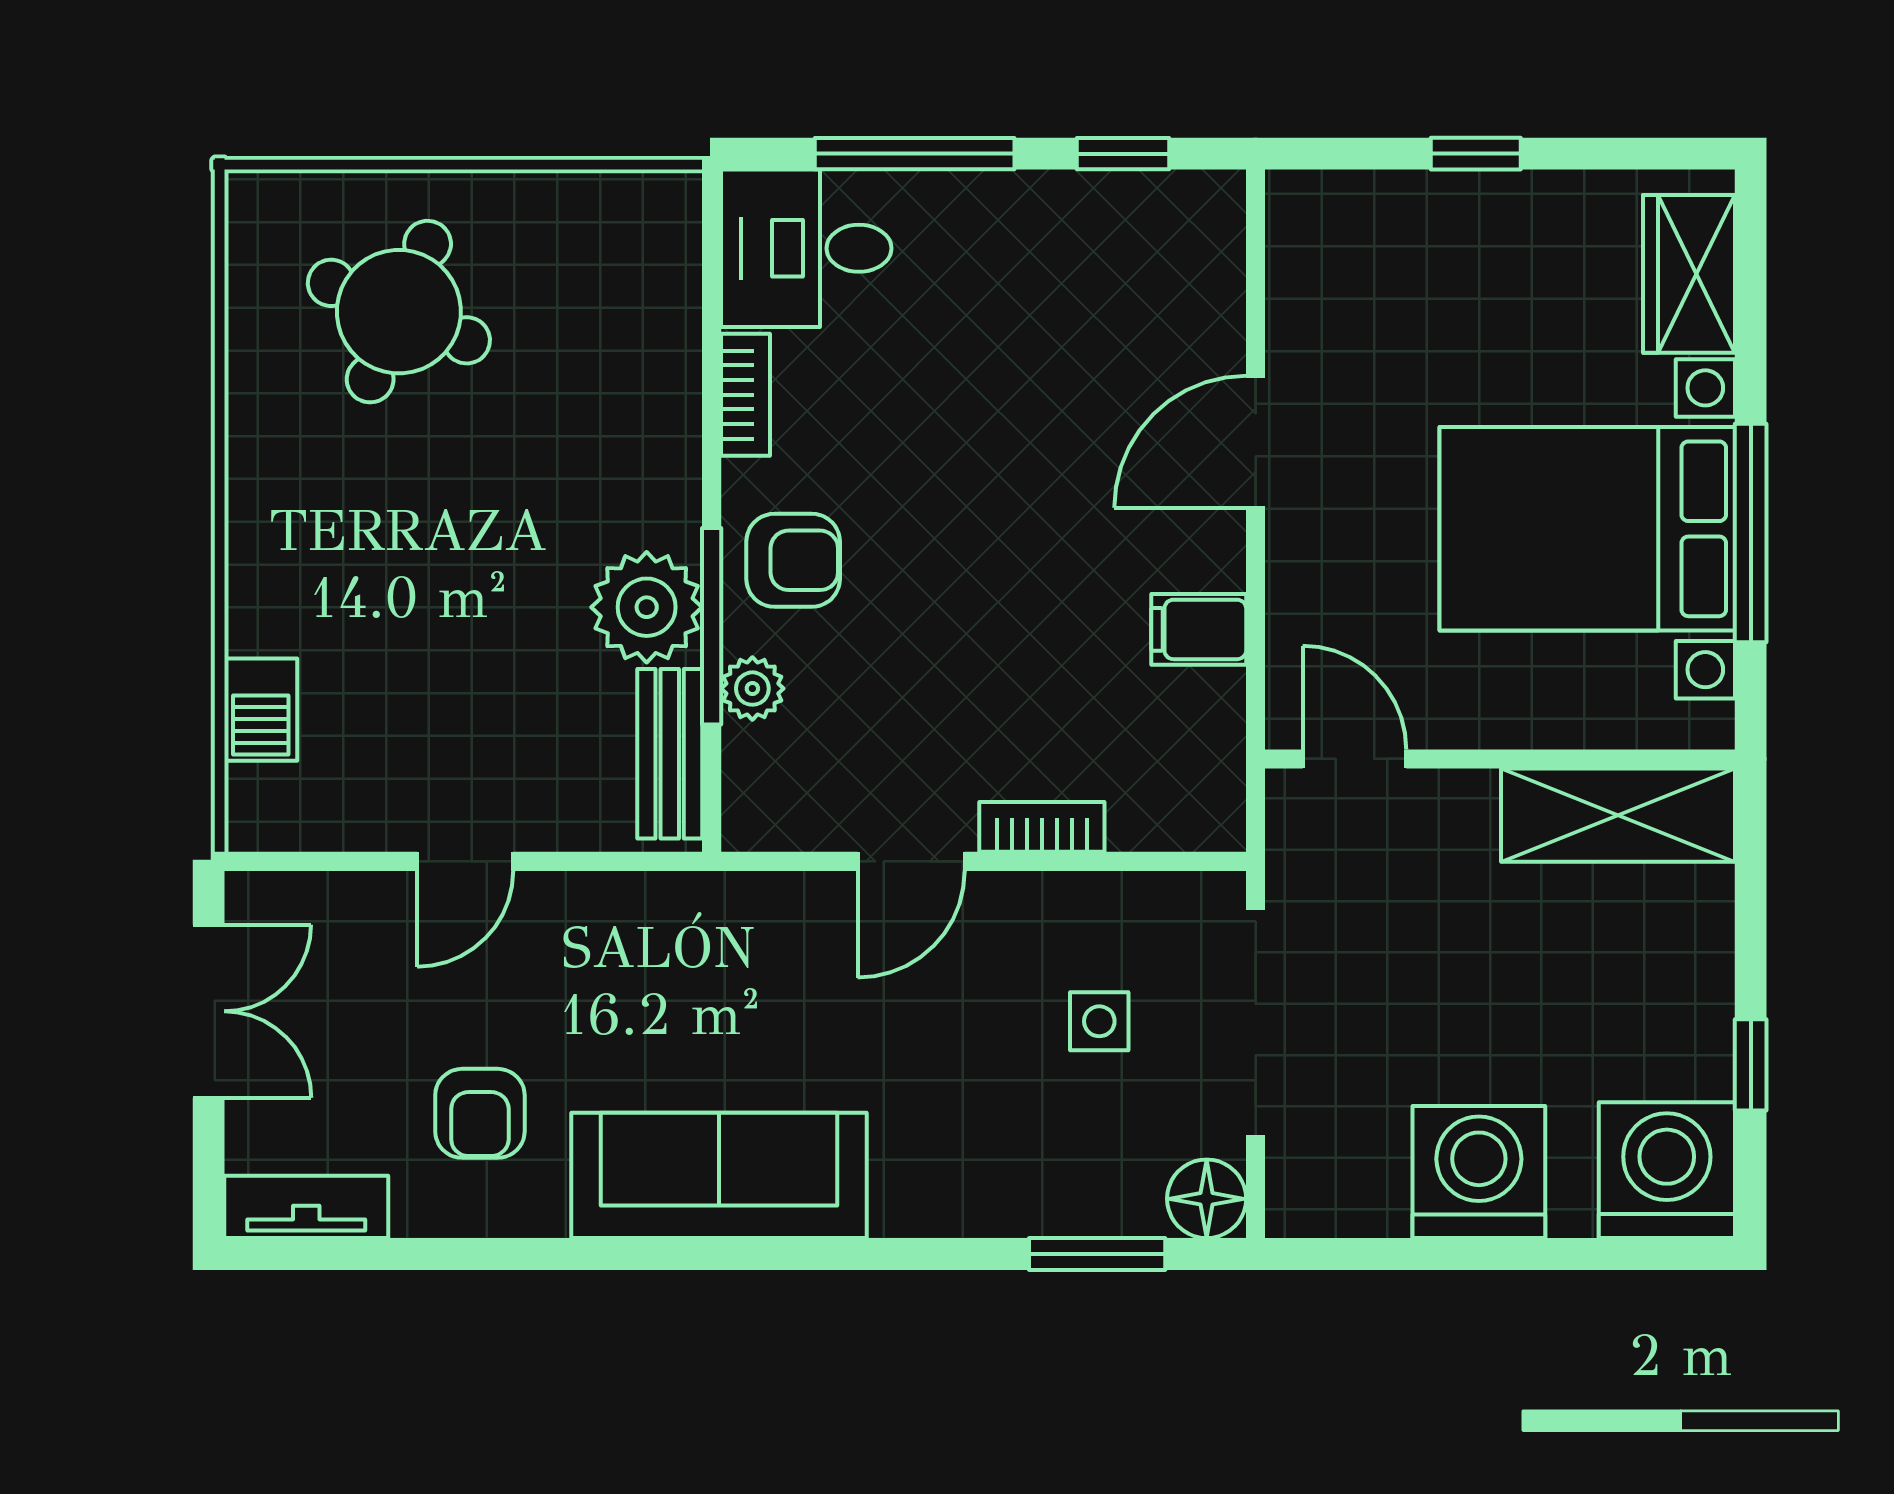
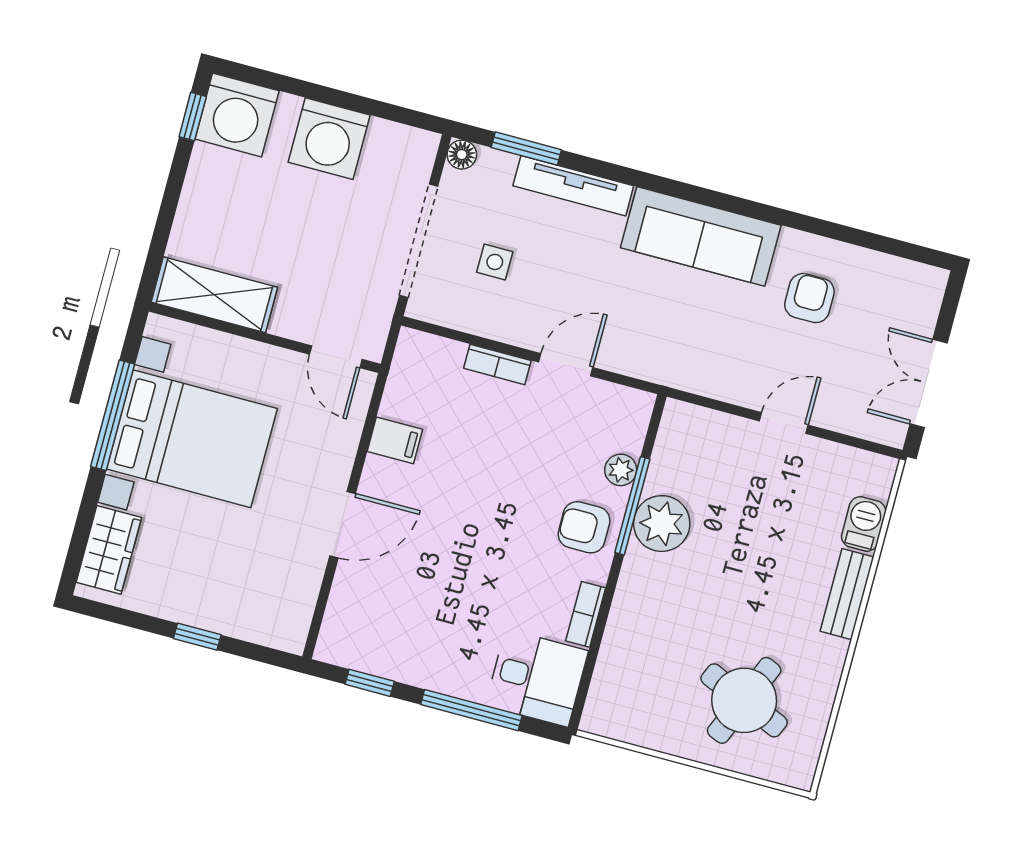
bench: (670, 754) -> (847, 594), moved
window: (1751, 1065) -> (193, 117), moved
floor lamp: (1207, 1199) -> (462, 155), width x0.73, depth x0.73
tv unit: (306, 1207) -> (573, 186), moved, width x1.41

